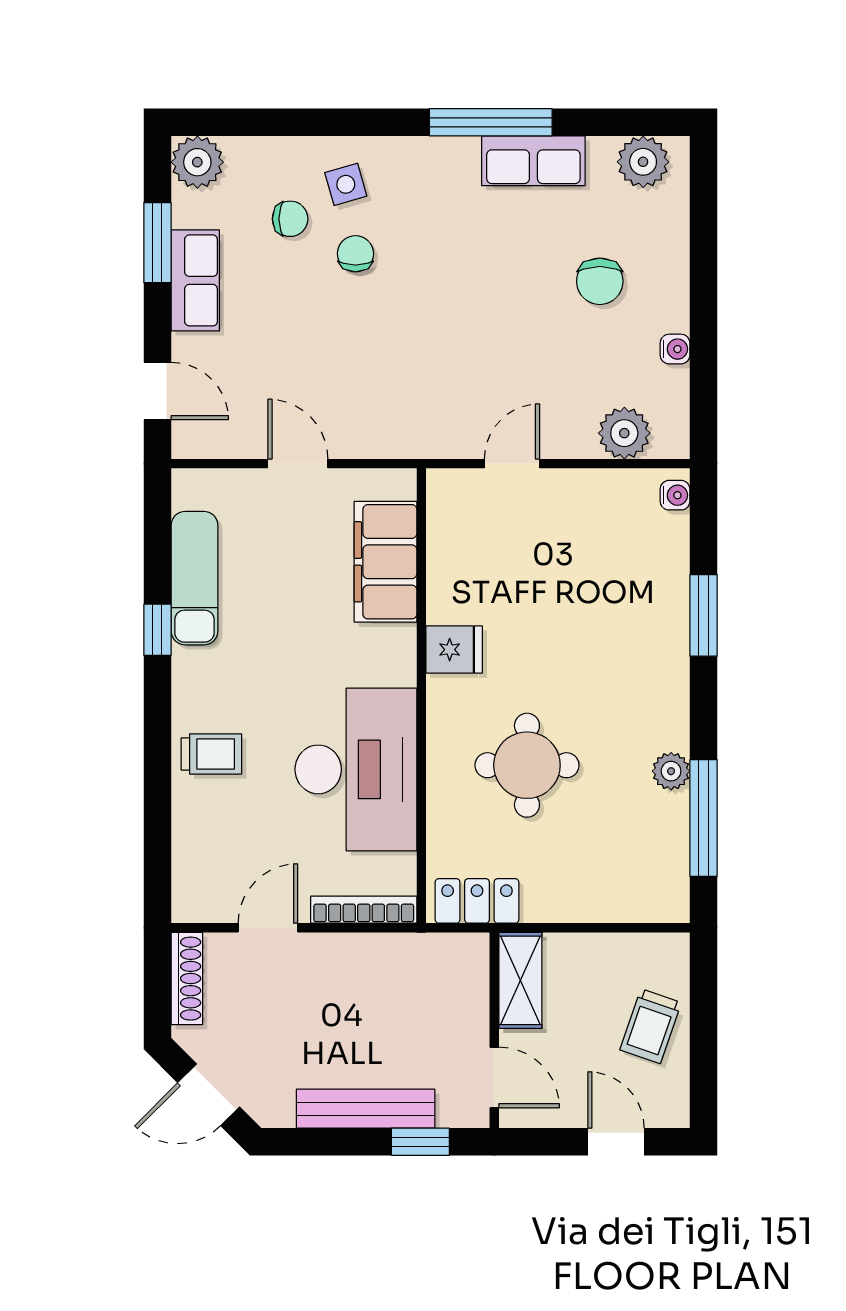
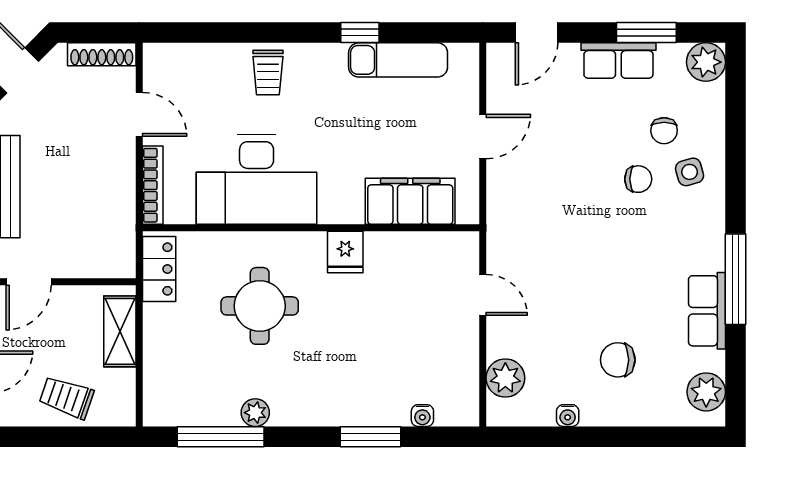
water cooler: (675, 495) -> (422, 416), moved
shelving: (520, 980) -> (120, 331), moved, turned 90

